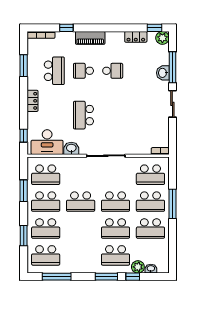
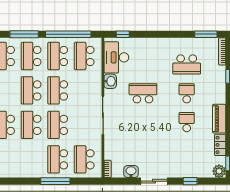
piano: (90, 38) -> (219, 119), moved
window: (24, 66) -> (206, 34), moved
window: (172, 67) -> (190, 181), width x0.46
school desk: (113, 71) -> (187, 122), turned 180
washbasin: (163, 73) -> (131, 172), moved
locker: (33, 101) -> (157, 43), removed
window: (24, 191) -> (68, 34), width x2.11
school desk: (150, 229) -> (31, 90), moved
window: (24, 236) -> (24, 34), width x1.44

